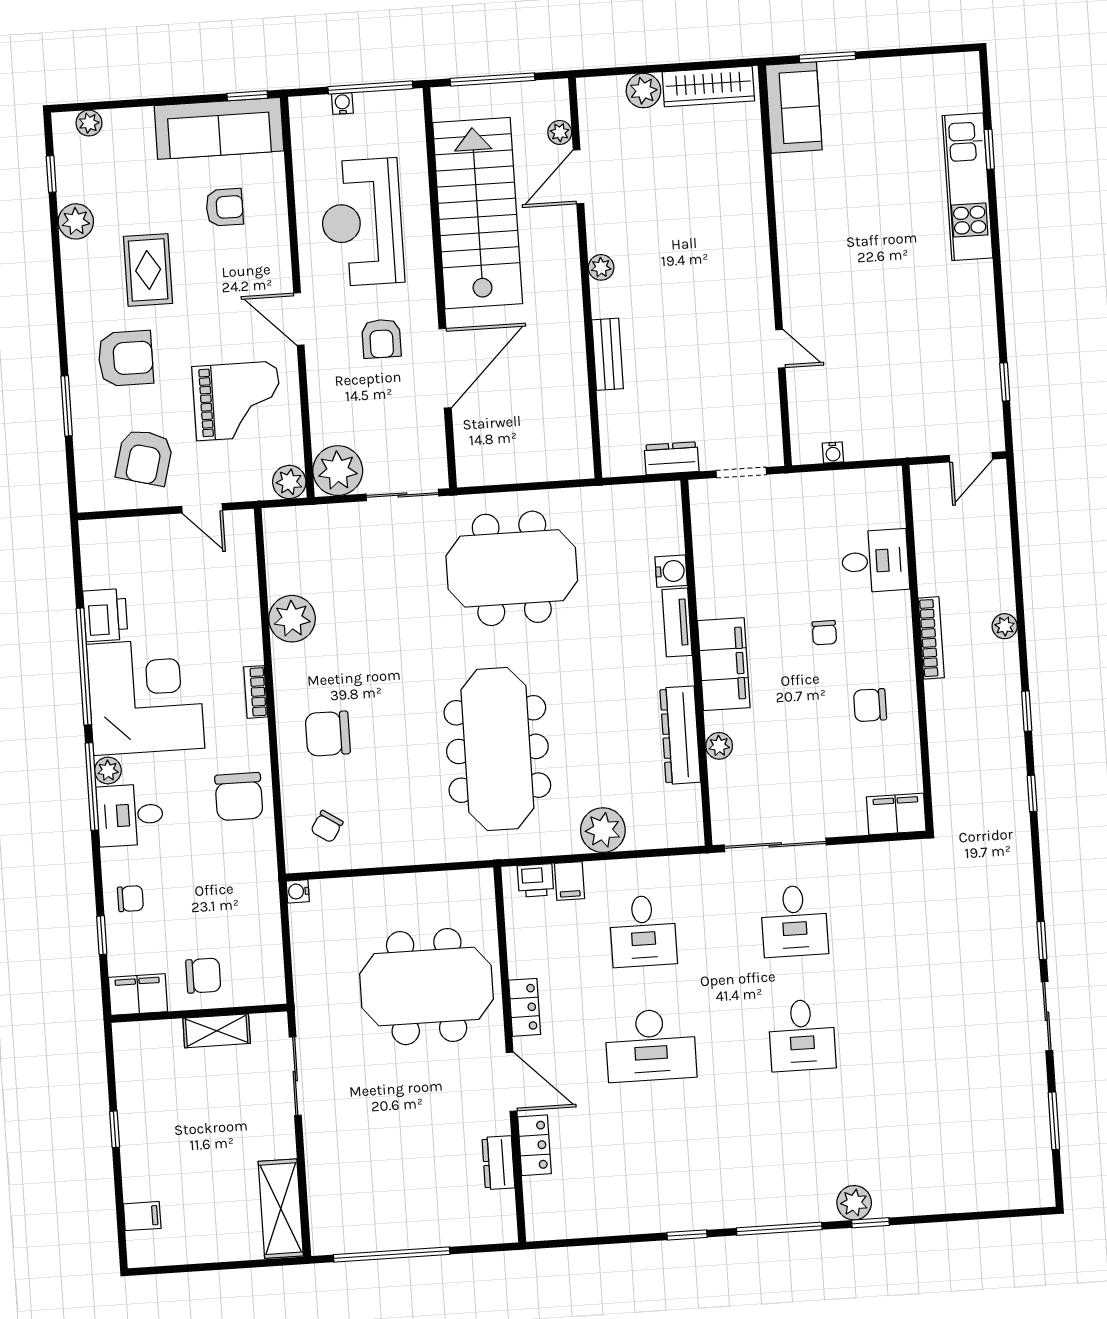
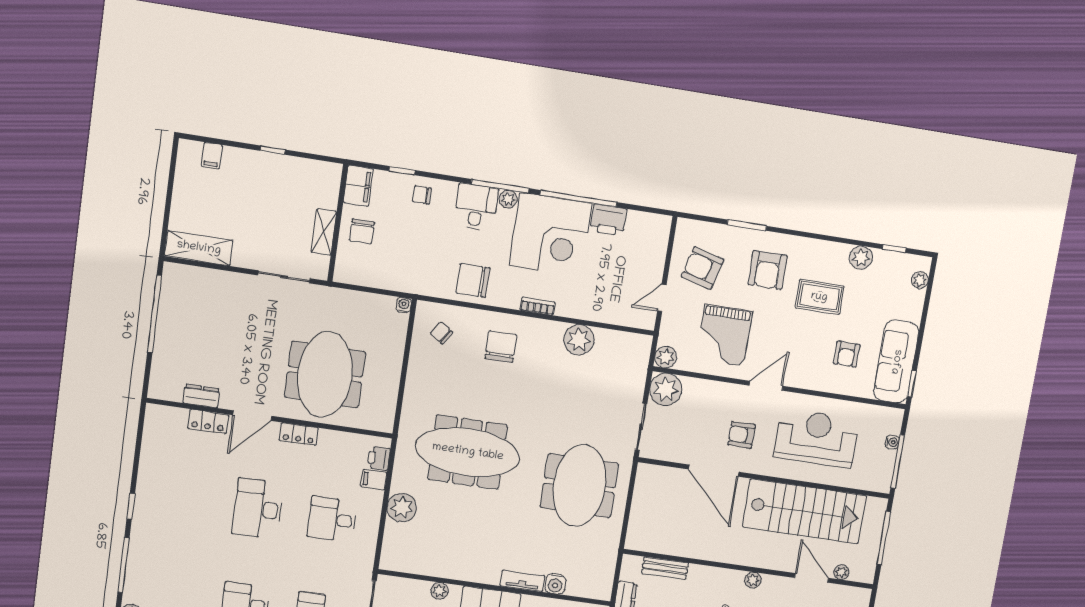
bench: (608, 354) -> (665, 568), moved
dresser: (680, 735) -> (451, 568), removed
chair: (130, 899) -> (422, 195), turned 90

